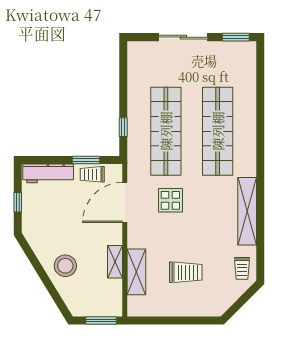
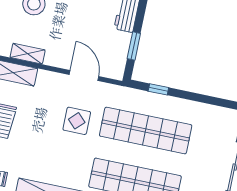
trolley: (92, 174) -> (118, 49), removed
door: (125, 202) -> (84, 75), width x0.73

